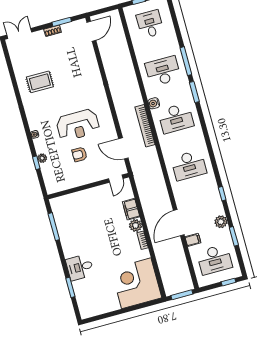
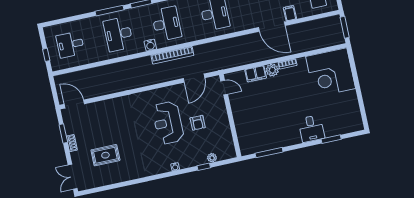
rug: (40, 82) -> (105, 155), moved, turned 90
reception desk: (78, 125) -> (168, 123), turned 180
plant: (42, 158) -> (212, 158), moved

